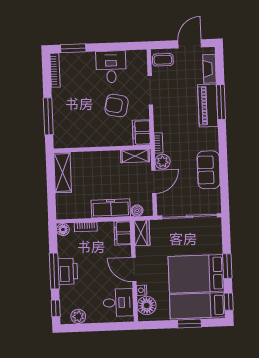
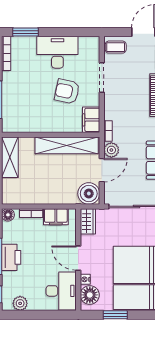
desk: (111, 67) -> (57, 52), width x1.37
shelving: (135, 156) -> (67, 145), width x2.20, depth x1.33
freezer: (111, 208) -> (57, 195), removed
boiler: (137, 211) -> (89, 194), width x1.86, depth x1.86
filing cabinet: (123, 233) -> (56, 217), moved, turned -90
desk: (118, 303) -> (61, 291), width x1.37
window: (189, 323) -> (115, 315), moved

